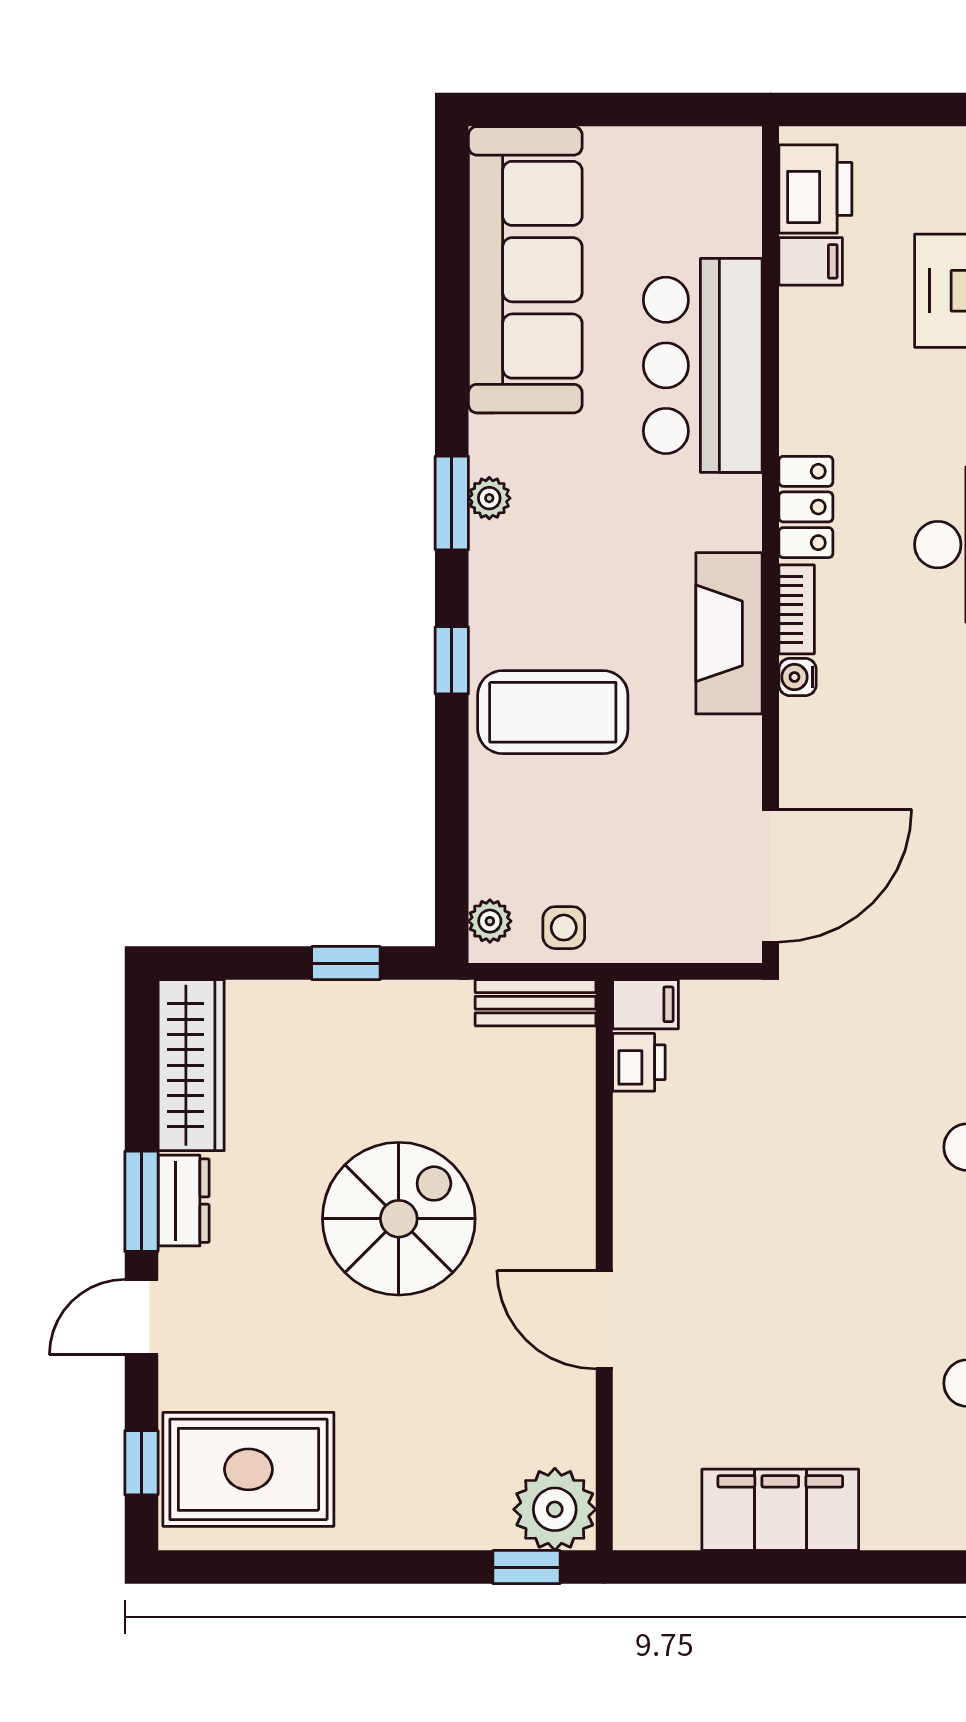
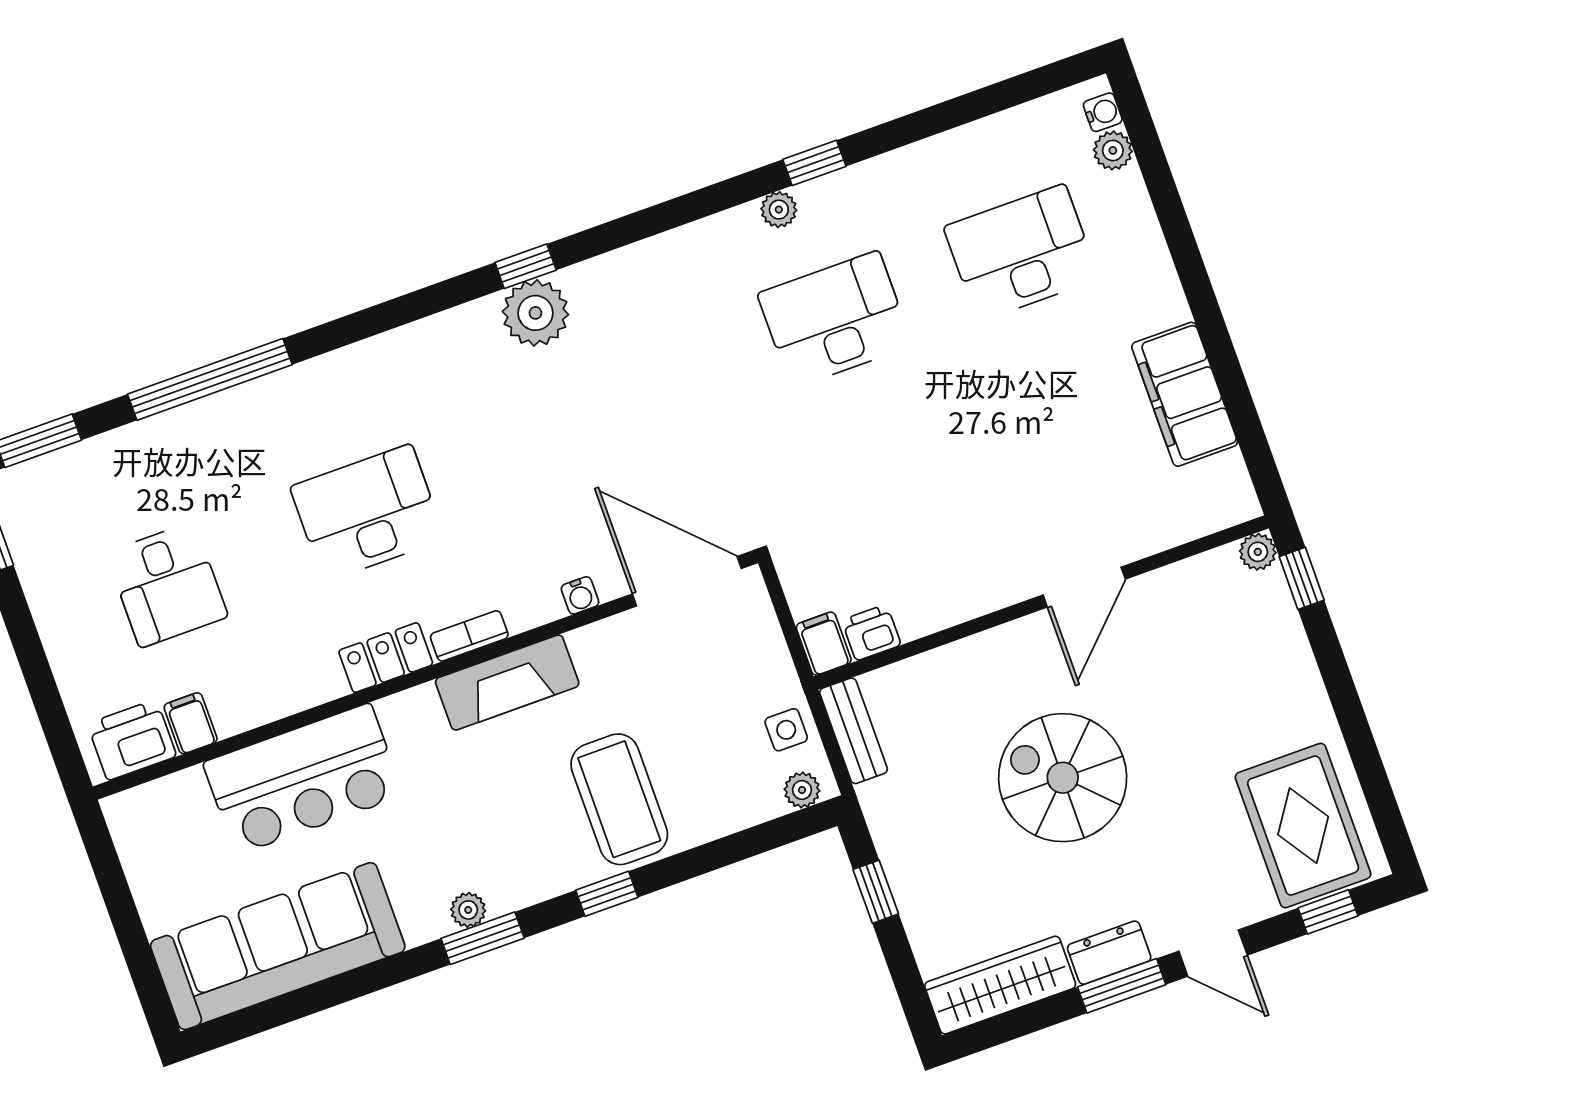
water cooler: (797, 677) -> (580, 595), moved
plant: (555, 1509) -> (1258, 552), width x0.53, depth x0.53

